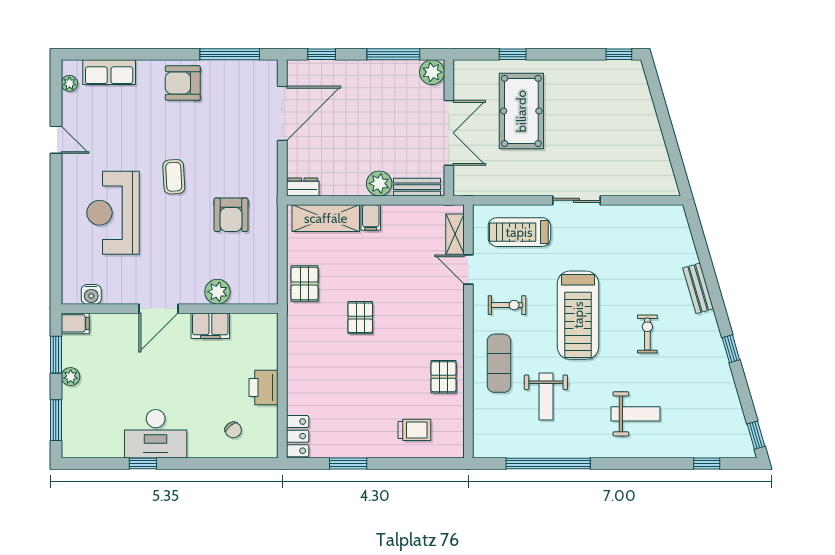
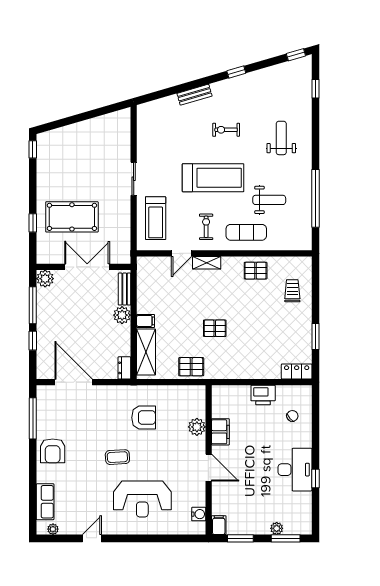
window: (322, 54) -> (33, 341), moved
shelving: (455, 234) -> (207, 263), moved
plant: (71, 377) -> (277, 528), moved

